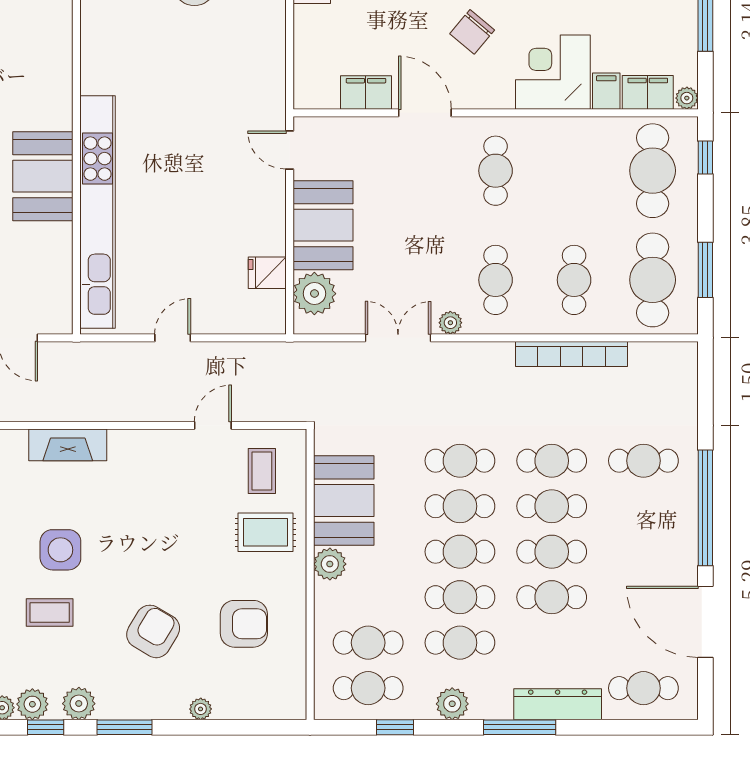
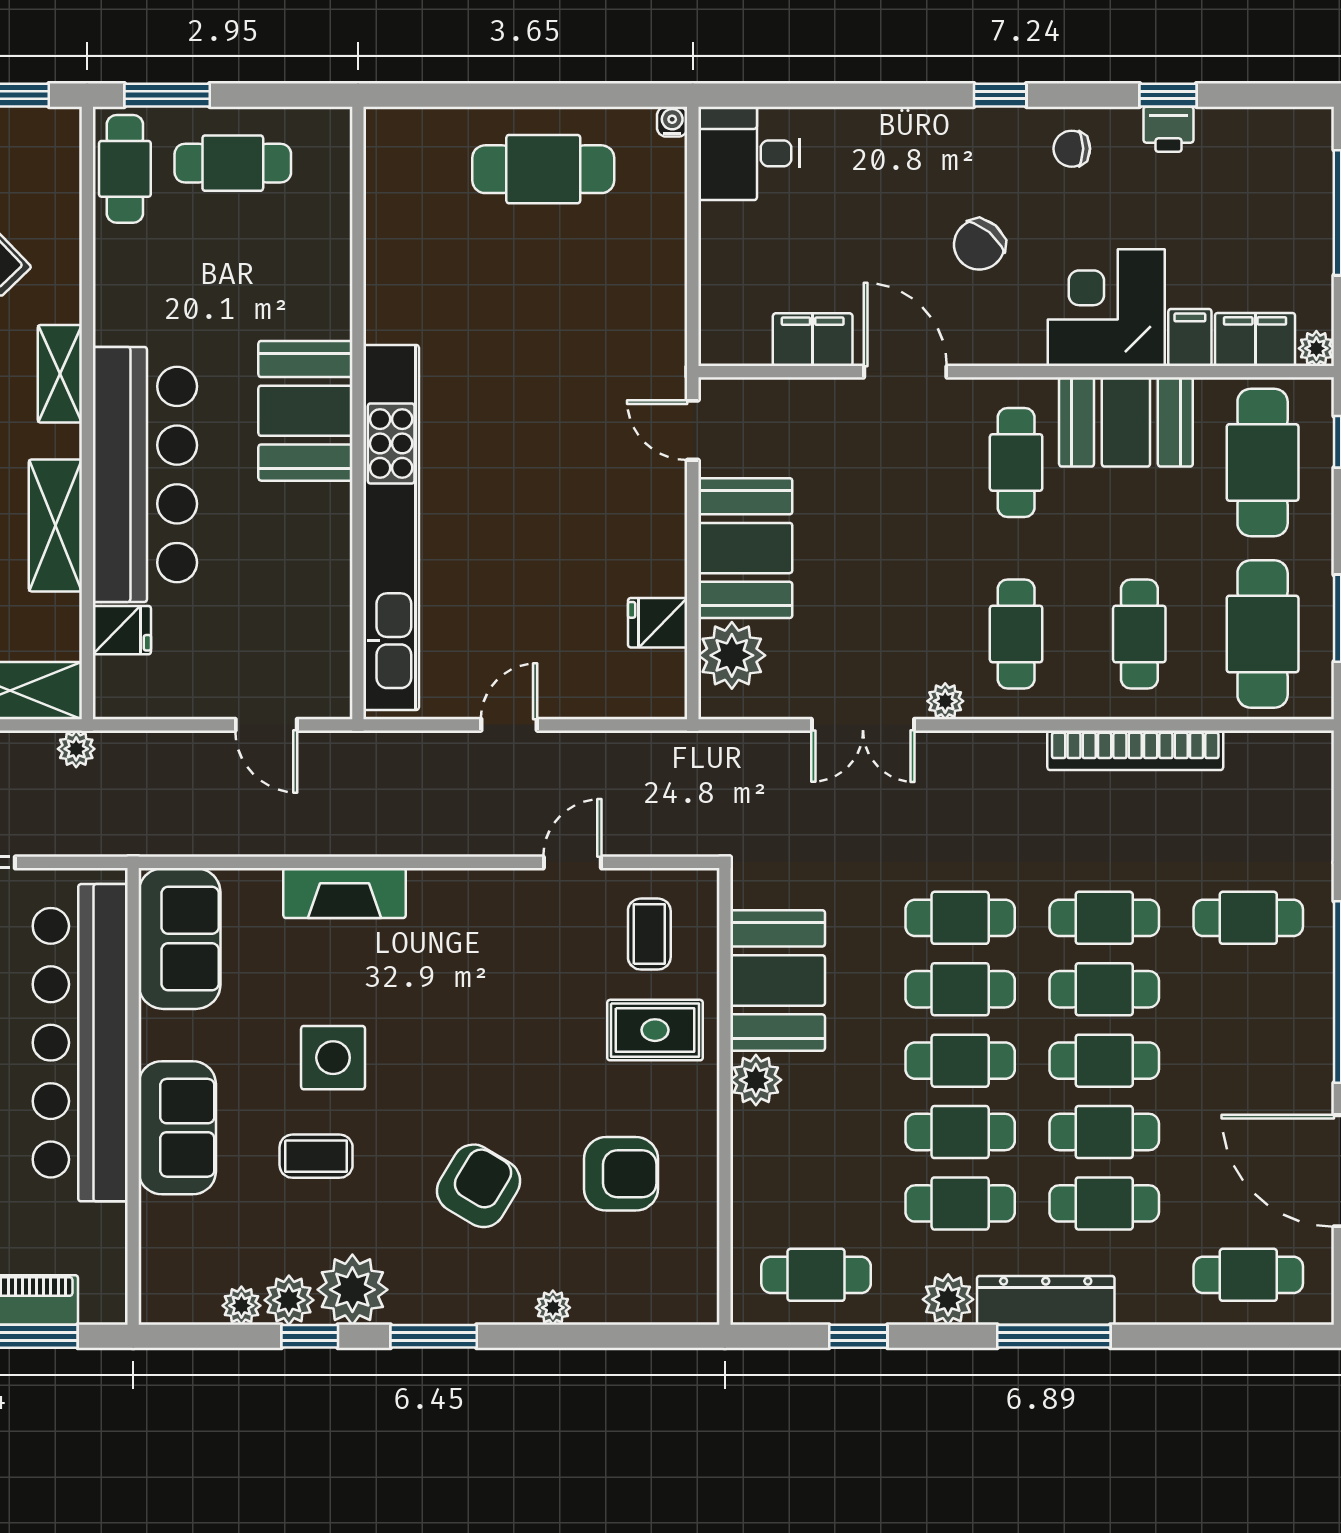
booth: (566, 145) -> (1126, 422), added
booth: (43, 176) -> (305, 411), moved
double door: (398, 338) -> (863, 725), swing flipped
cafe table: (368, 643) -> (1104, 1203), moved
plant: (79, 704) -> (352, 1290), width x1.36, depth x1.36
dresser: (558, 704) -> (1046, 1300), moved

